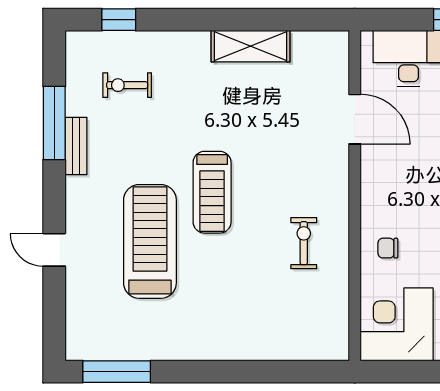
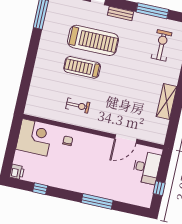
exercise bike: (127, 85) -> (162, 45), width x1.38, depth x1.39
bench: (76, 146) -> (120, 13), moved
treadmill: (212, 192) -> (82, 67), moved

